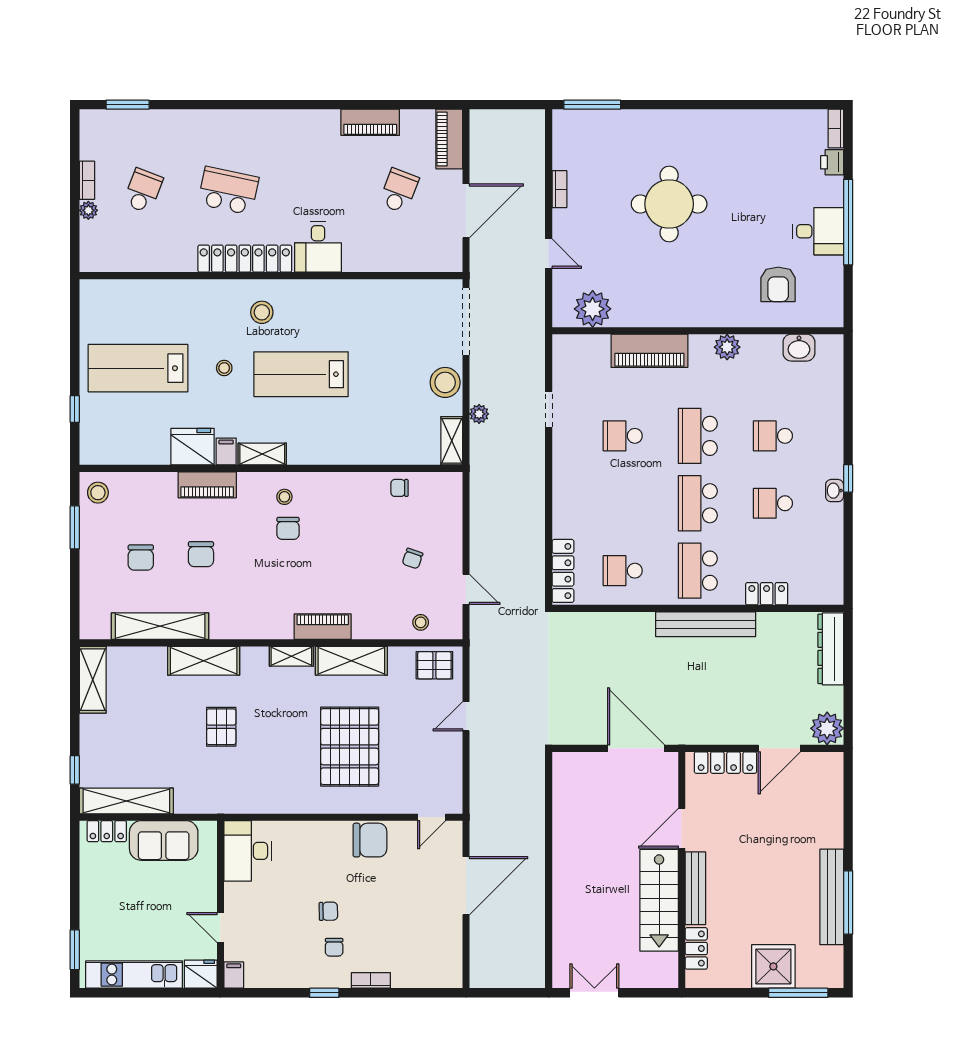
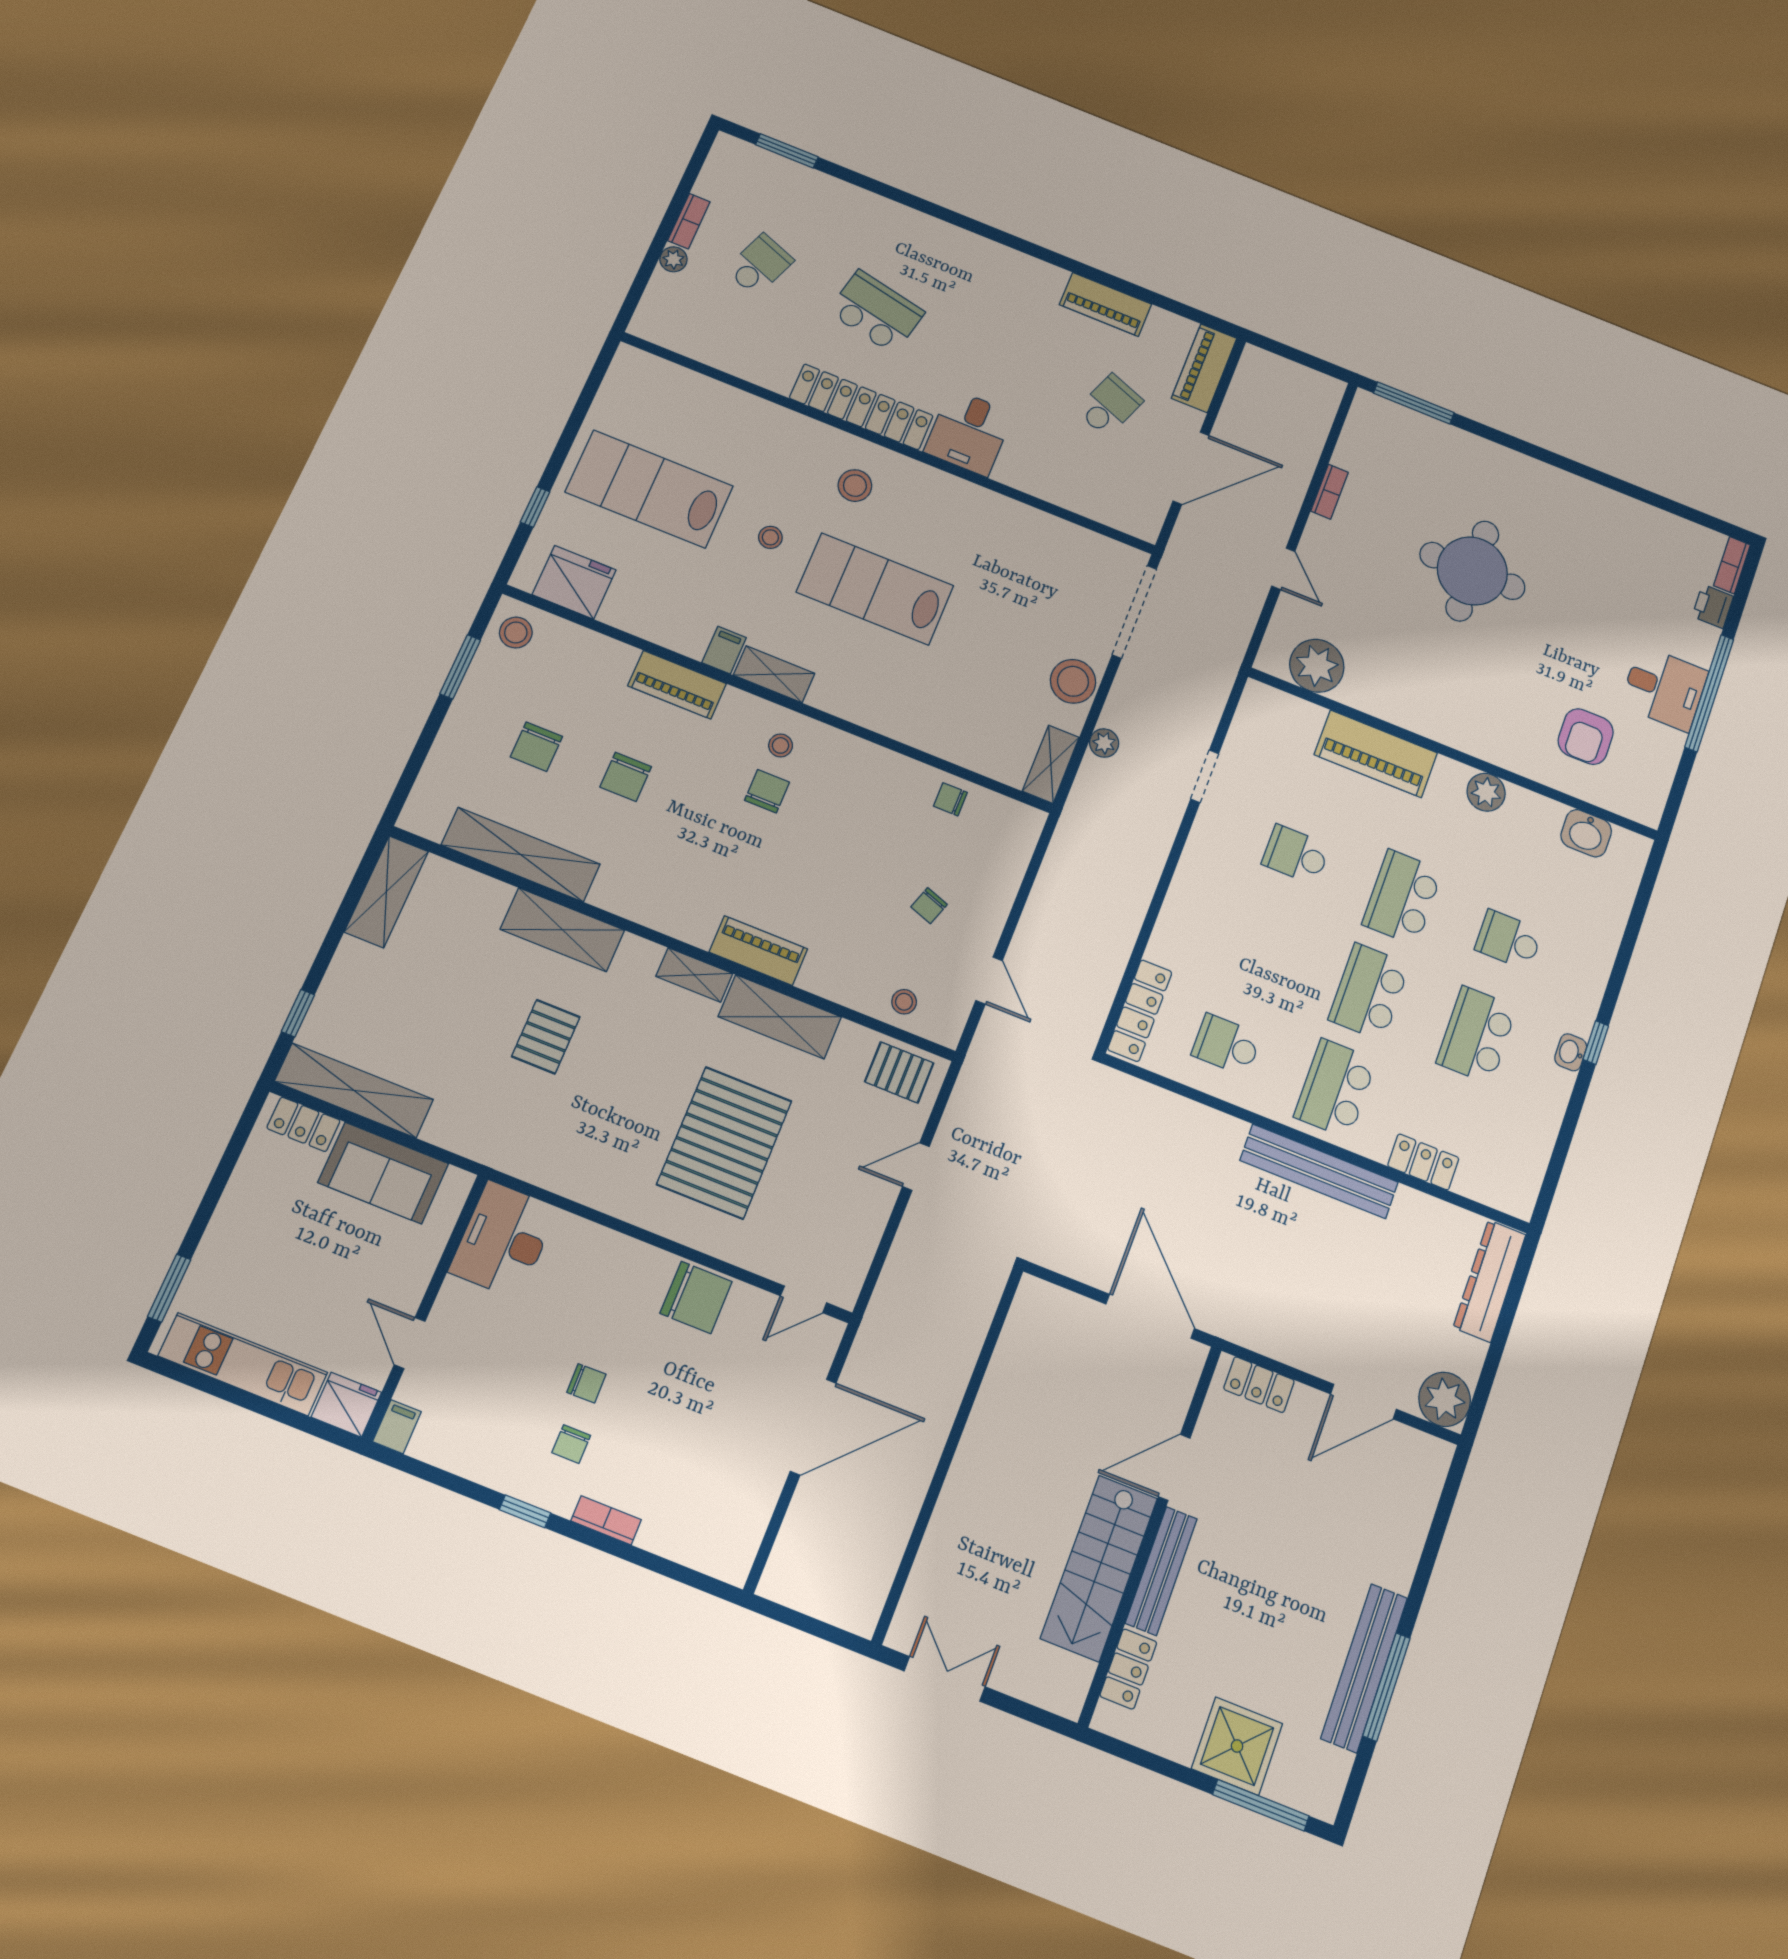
fridge: (193, 447) -> (574, 582), moved
school desk: (773, 503) -> (1477, 1035), width x1.85
chair: (288, 528) -> (767, 791), turned 180
locker: (725, 763) -> (1259, 1385), width x0.66

